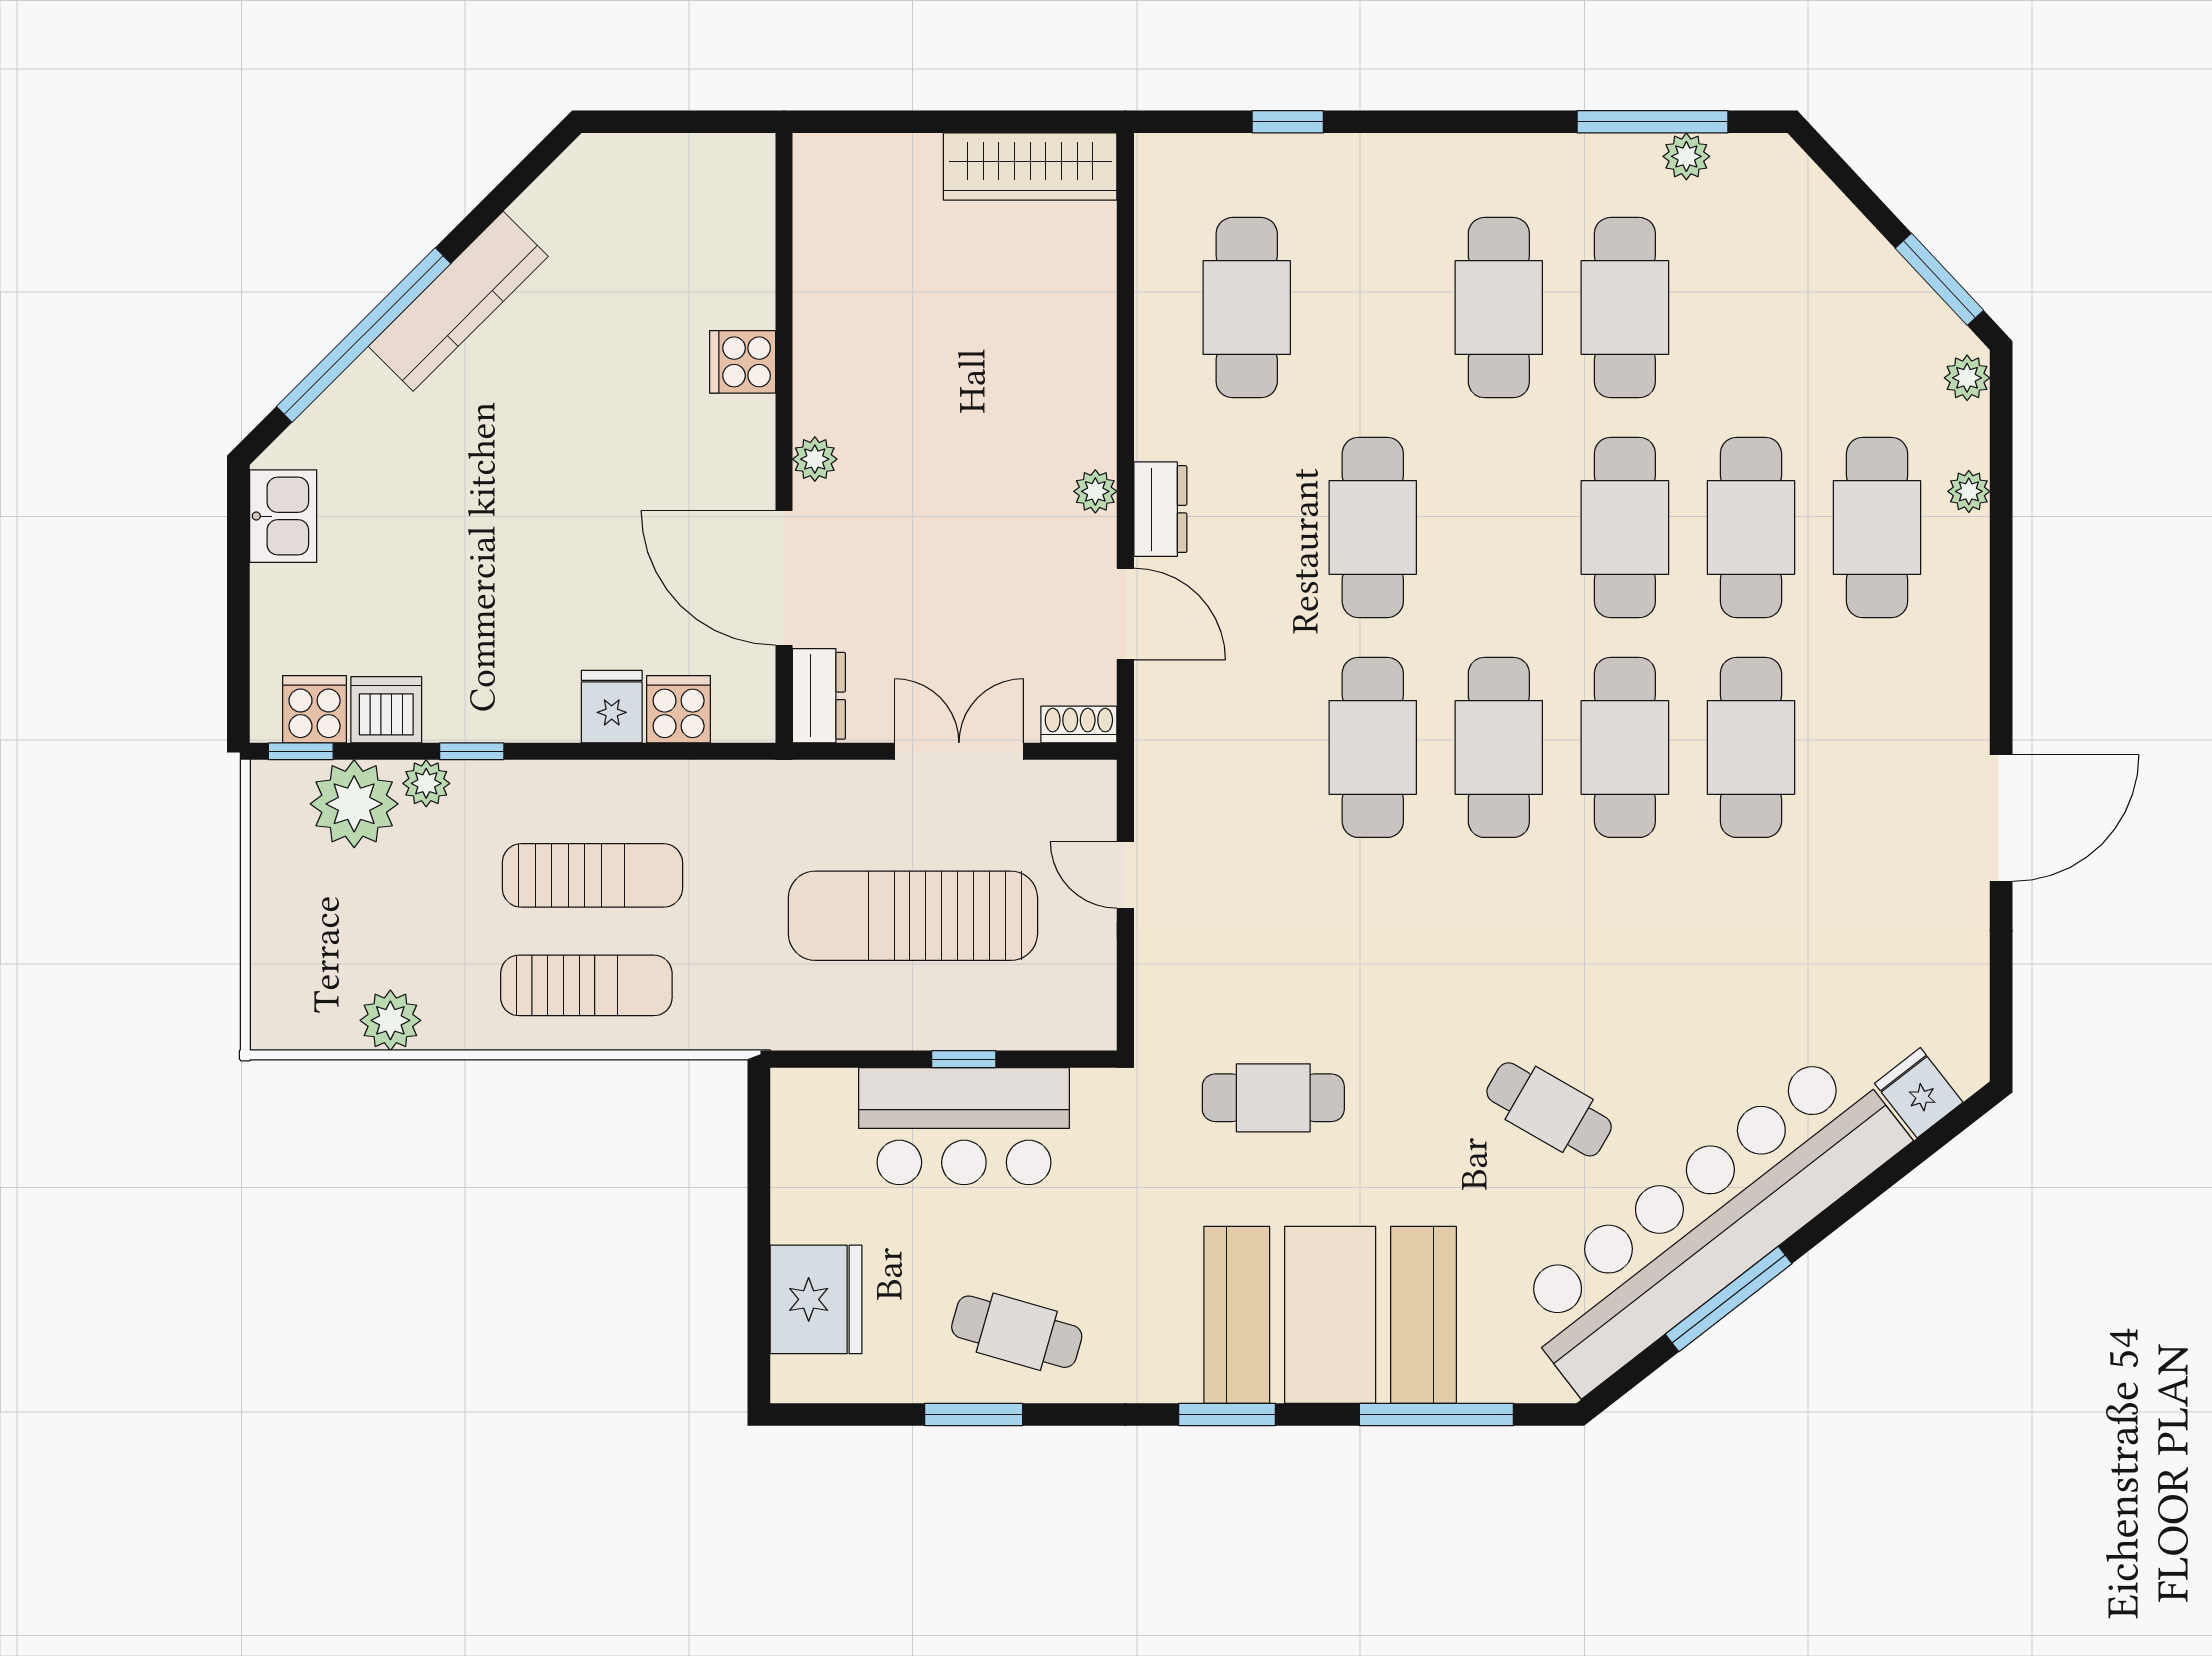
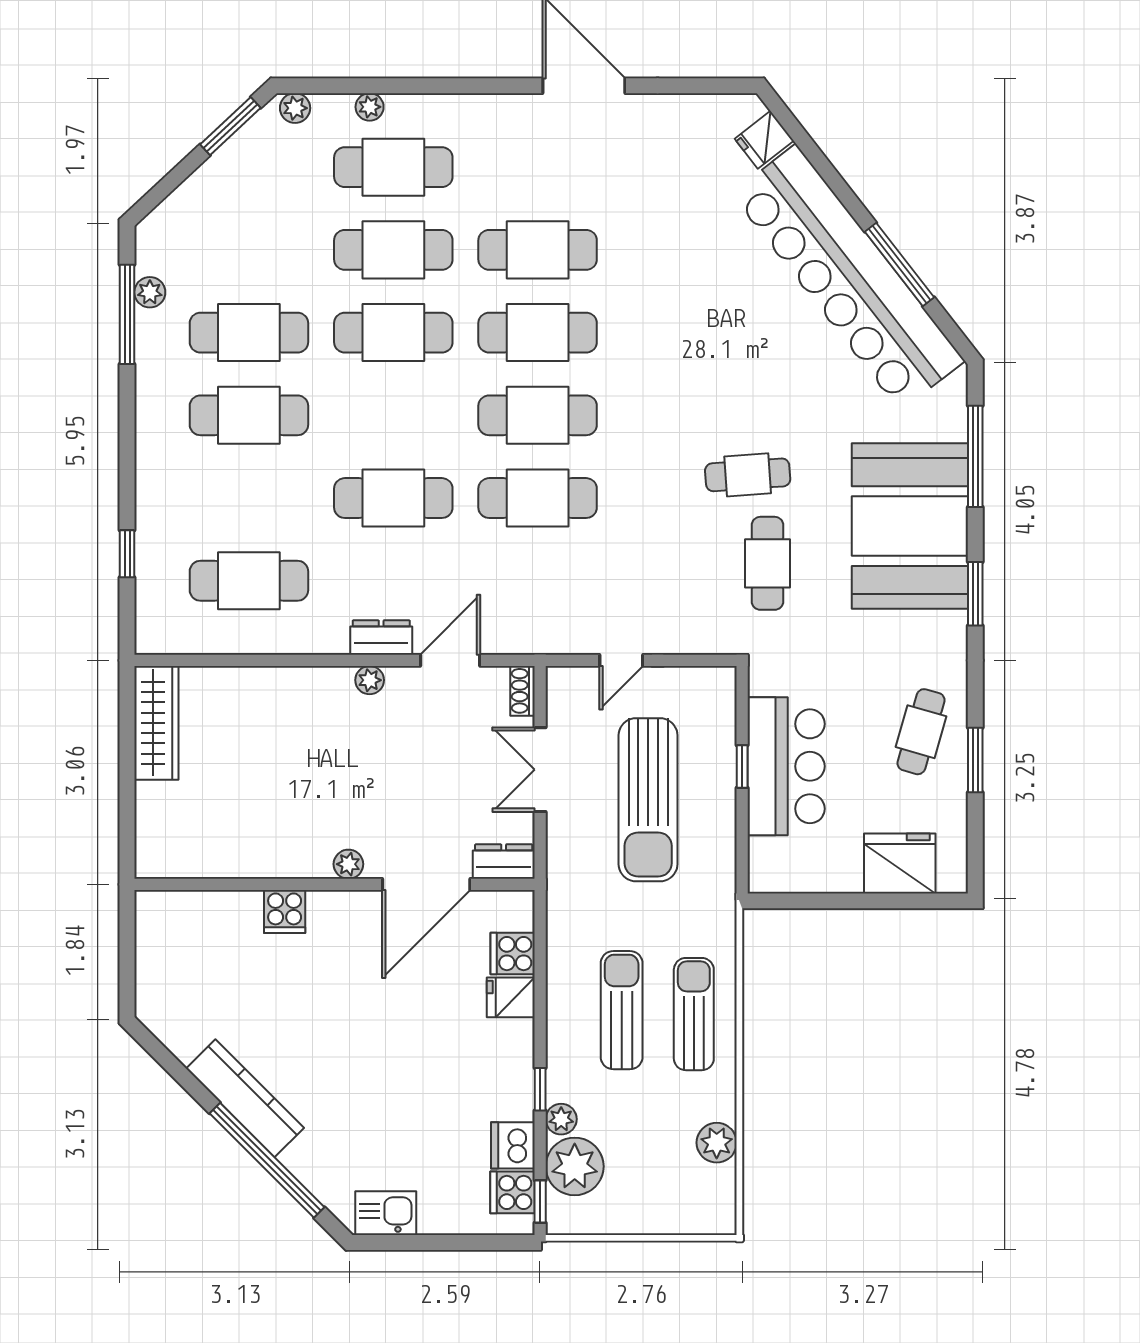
cafe table: (1549, 1109) -> (748, 475), moved, turned 56

